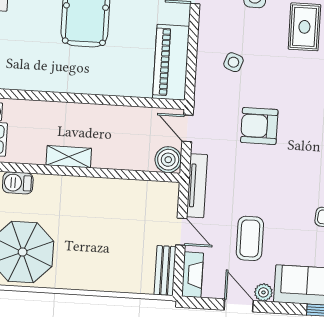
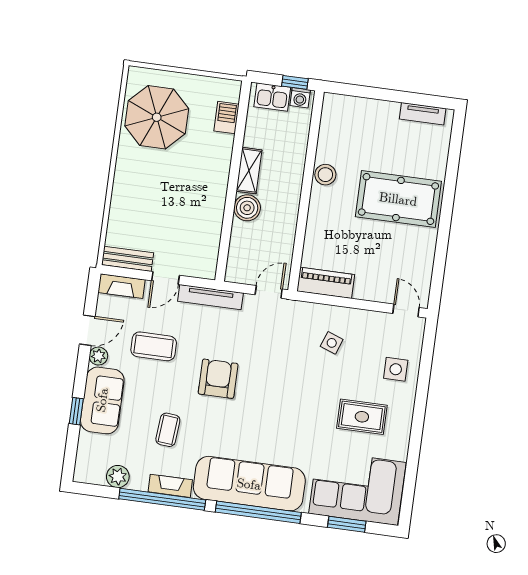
piano: (171, 62) -> (326, 283), width x0.73, depth x0.75
stool: (67, 81) -> (325, 175), added
armchair: (259, 126) -> (218, 379), moved
boiler: (168, 160) -> (247, 208), moved

